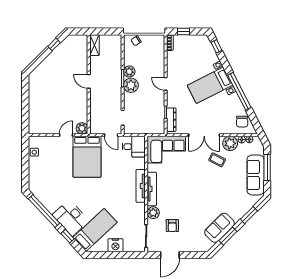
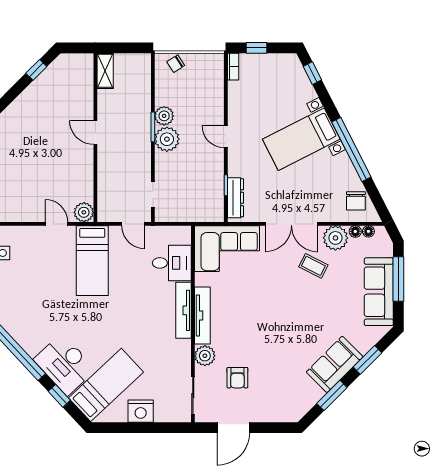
door: (66, 135) -> (57, 224), hinge flipped
desk: (134, 147) -> (172, 263), moved
bed: (87, 157) -> (92, 261), width x0.67
sofa: (220, 228) -> (335, 364), moved

